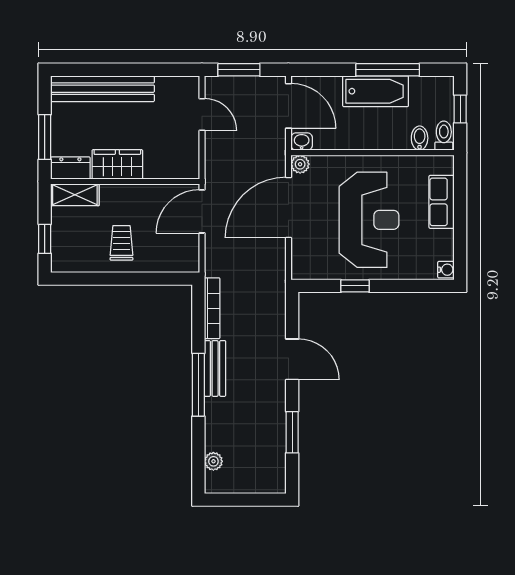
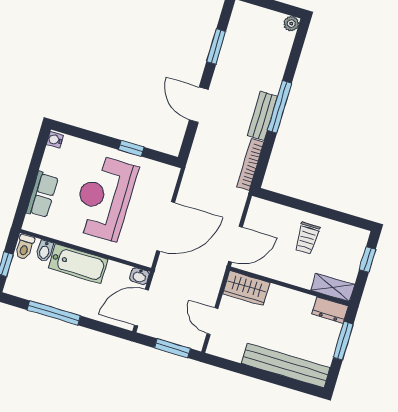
bathtub: (376, 91) -> (78, 264), moved, turned 180
door: (288, 106) -> (141, 308), hinge flipped
wardrobe: (117, 164) -> (246, 288), moved
plant: (300, 164) -> (146, 258), removed
plant: (213, 461) -> (291, 24), moved

